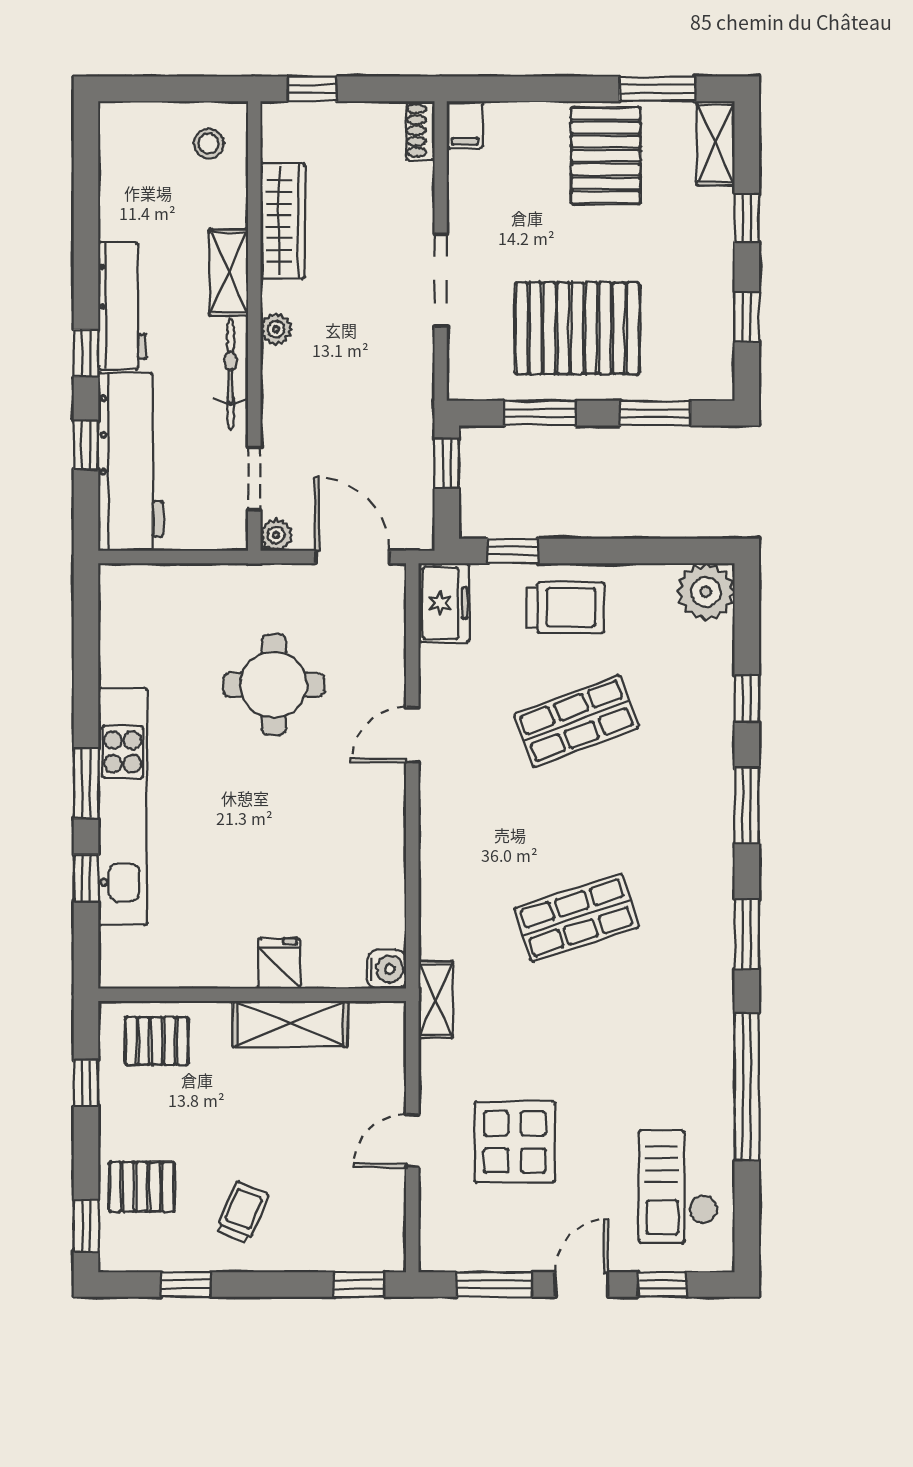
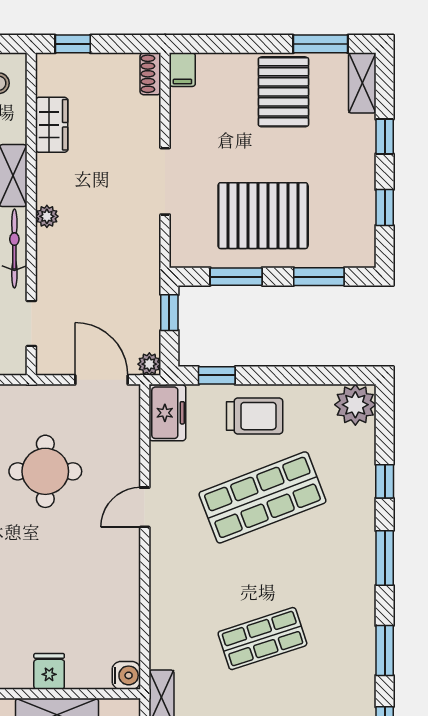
wardrobe: (283, 221) -> (52, 125), width x0.67
plant: (276, 535) -> (149, 364), moved
shop shelf: (576, 721) -> (262, 497), width x1.43, depth x1.36

